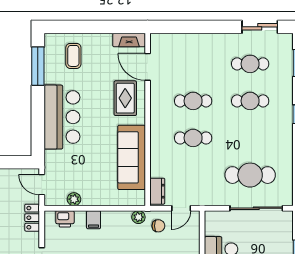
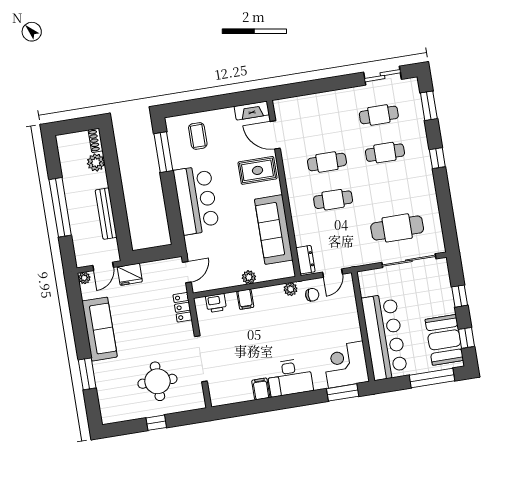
rug: (125, 98) -> (257, 170), turned 90
door: (42, 185) -> (187, 272), swing flipped
plant: (74, 199) -> (249, 277), moved

